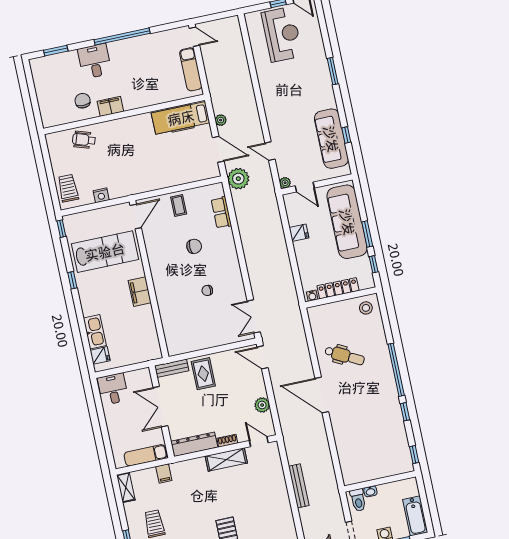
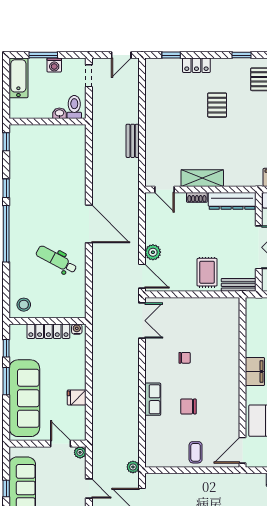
plant: (238, 179) -> (133, 467), width x0.53, depth x0.53
row of seats: (221, 212) -> (153, 399), moved
plant: (262, 405) -> (153, 252), moved
bench: (299, 486) -> (133, 141), width x0.73

